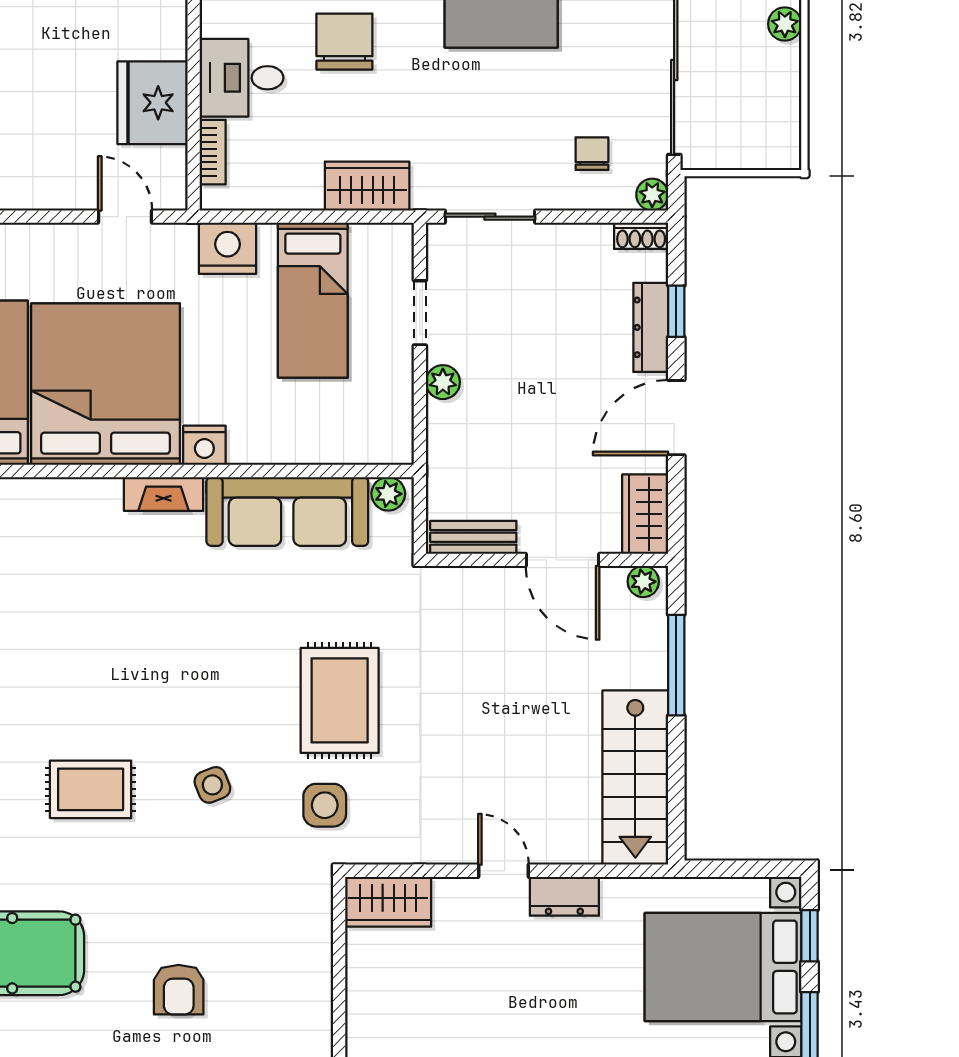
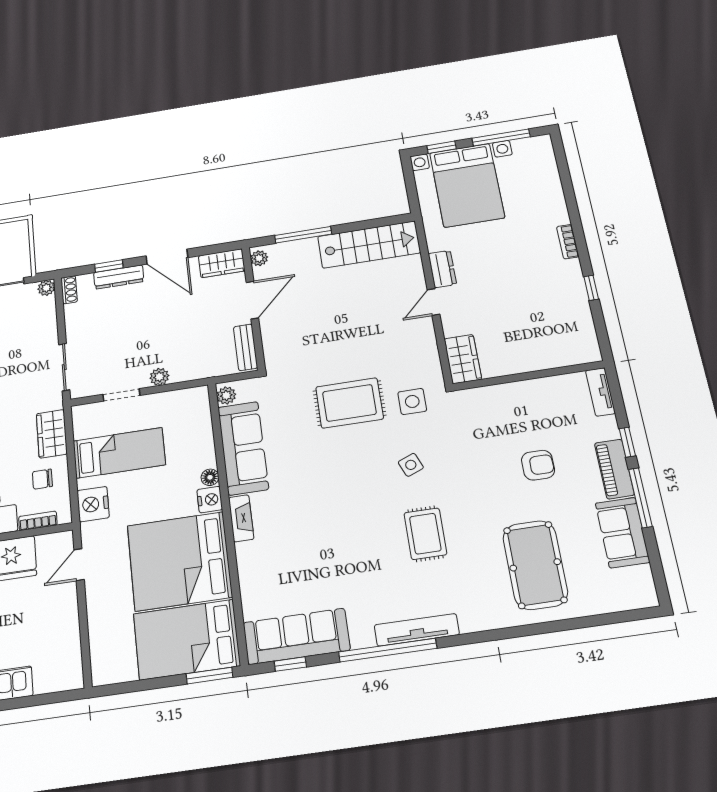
chair: (592, 154) -> (42, 479), moved
floor lamp: (244, 450) -> (210, 477), added

